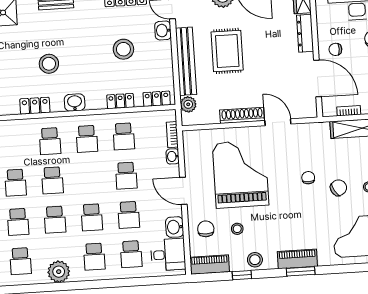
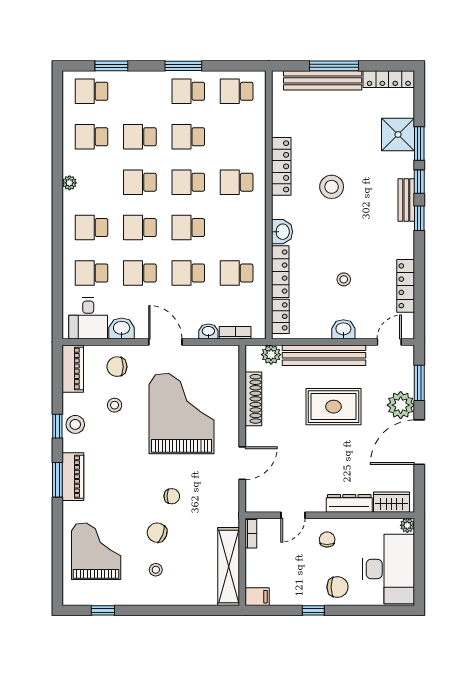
washbasin: (163, 31) -> (343, 329), moved
stool: (123, 49) -> (344, 279), width x0.53, depth x0.53
door: (317, 78) -> (293, 515), width x0.53
locker: (120, 101) -> (280, 272), width x1.53
washbasin: (75, 102) -> (282, 232), moved
locker: (35, 106) -> (281, 166), width x1.53
bookcase: (349, 111) -> (251, 534), moved
shoe rack: (242, 115) -> (253, 399), moved
school desk: (87, 139) -> (188, 228), moved
grand piano: (241, 174) -> (182, 414), turned -90
chair: (338, 188) -> (157, 533), turned 143
door: (183, 191) -> (165, 342), hinge flipped
chair: (206, 229) -> (117, 367), turned 180
plant: (59, 272) -> (69, 183), width x0.53, depth x0.53
window: (242, 275) -> (57, 426), moved

